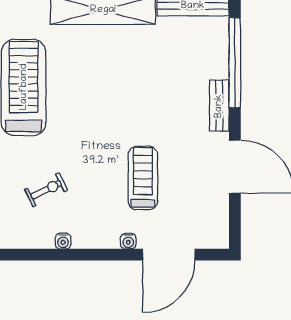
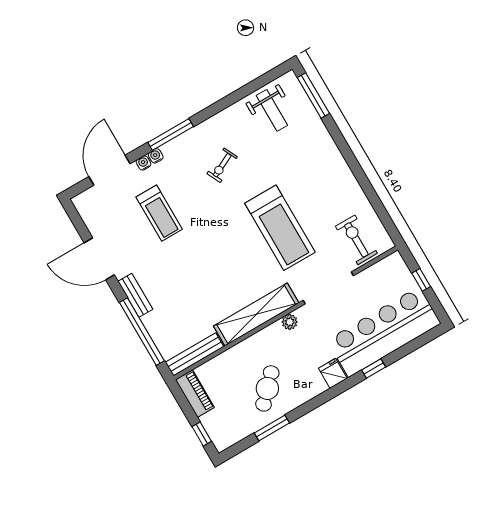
water cooler: (63, 241) -> (156, 156), moved
window: (82, 255) -> (171, 134), added

